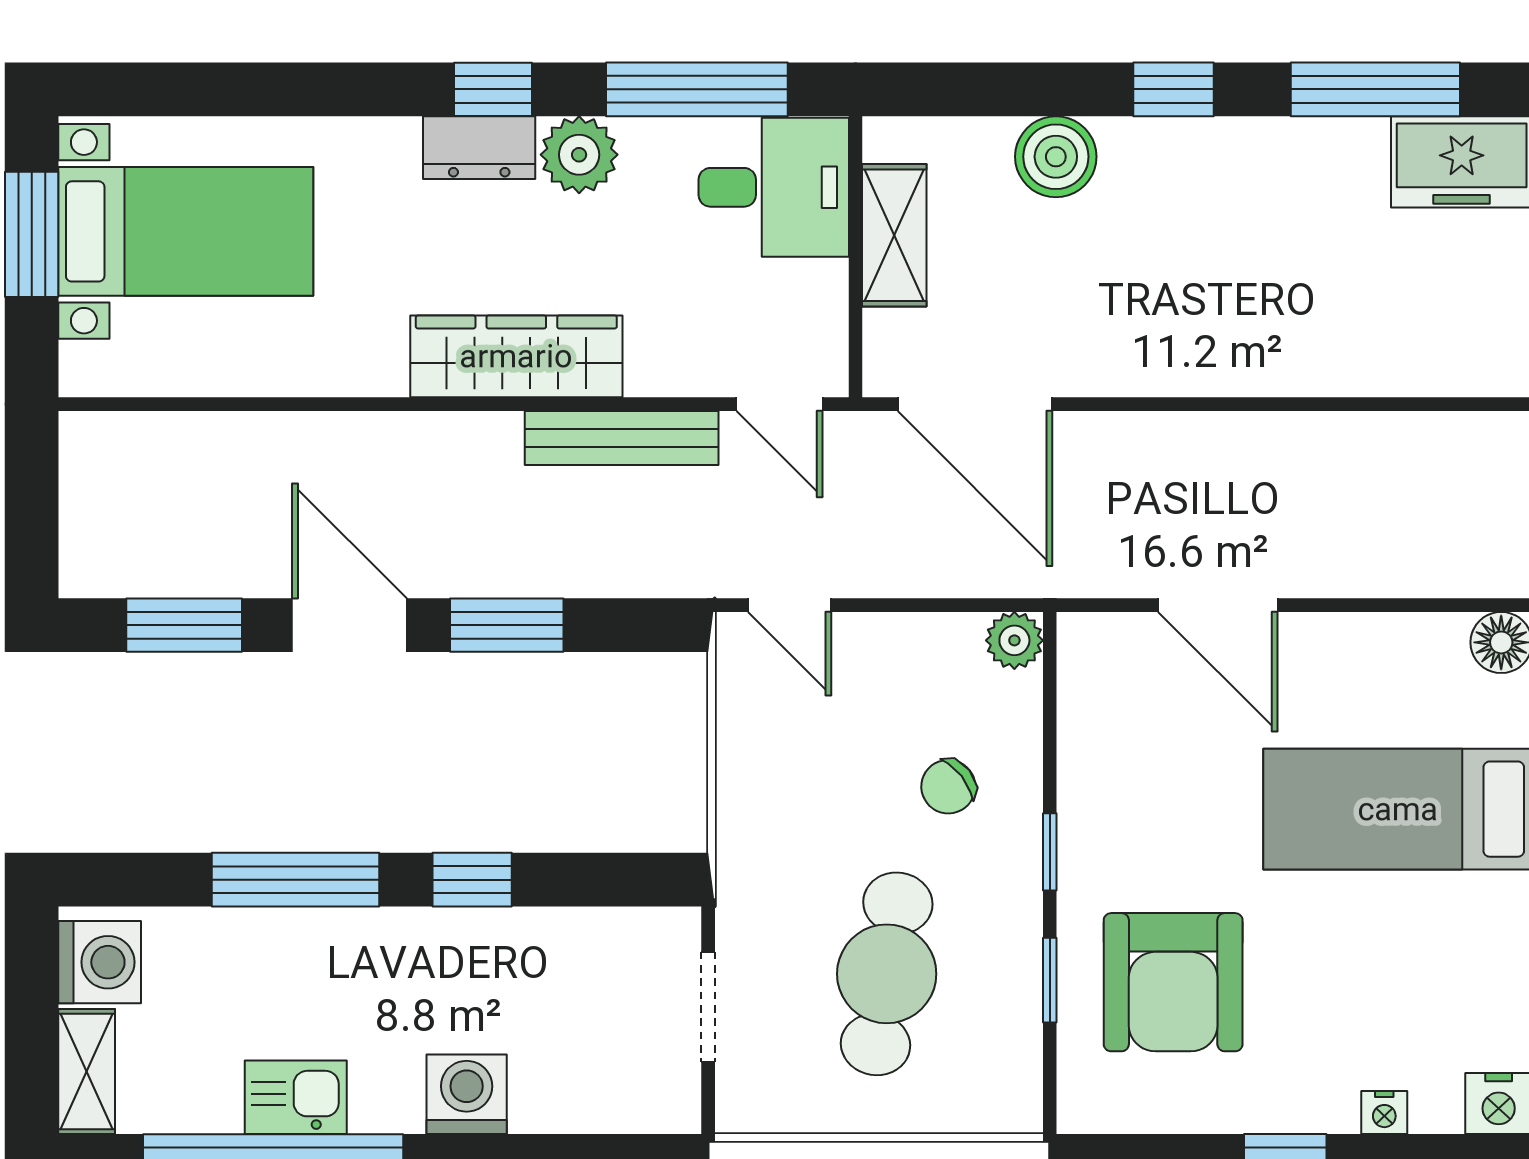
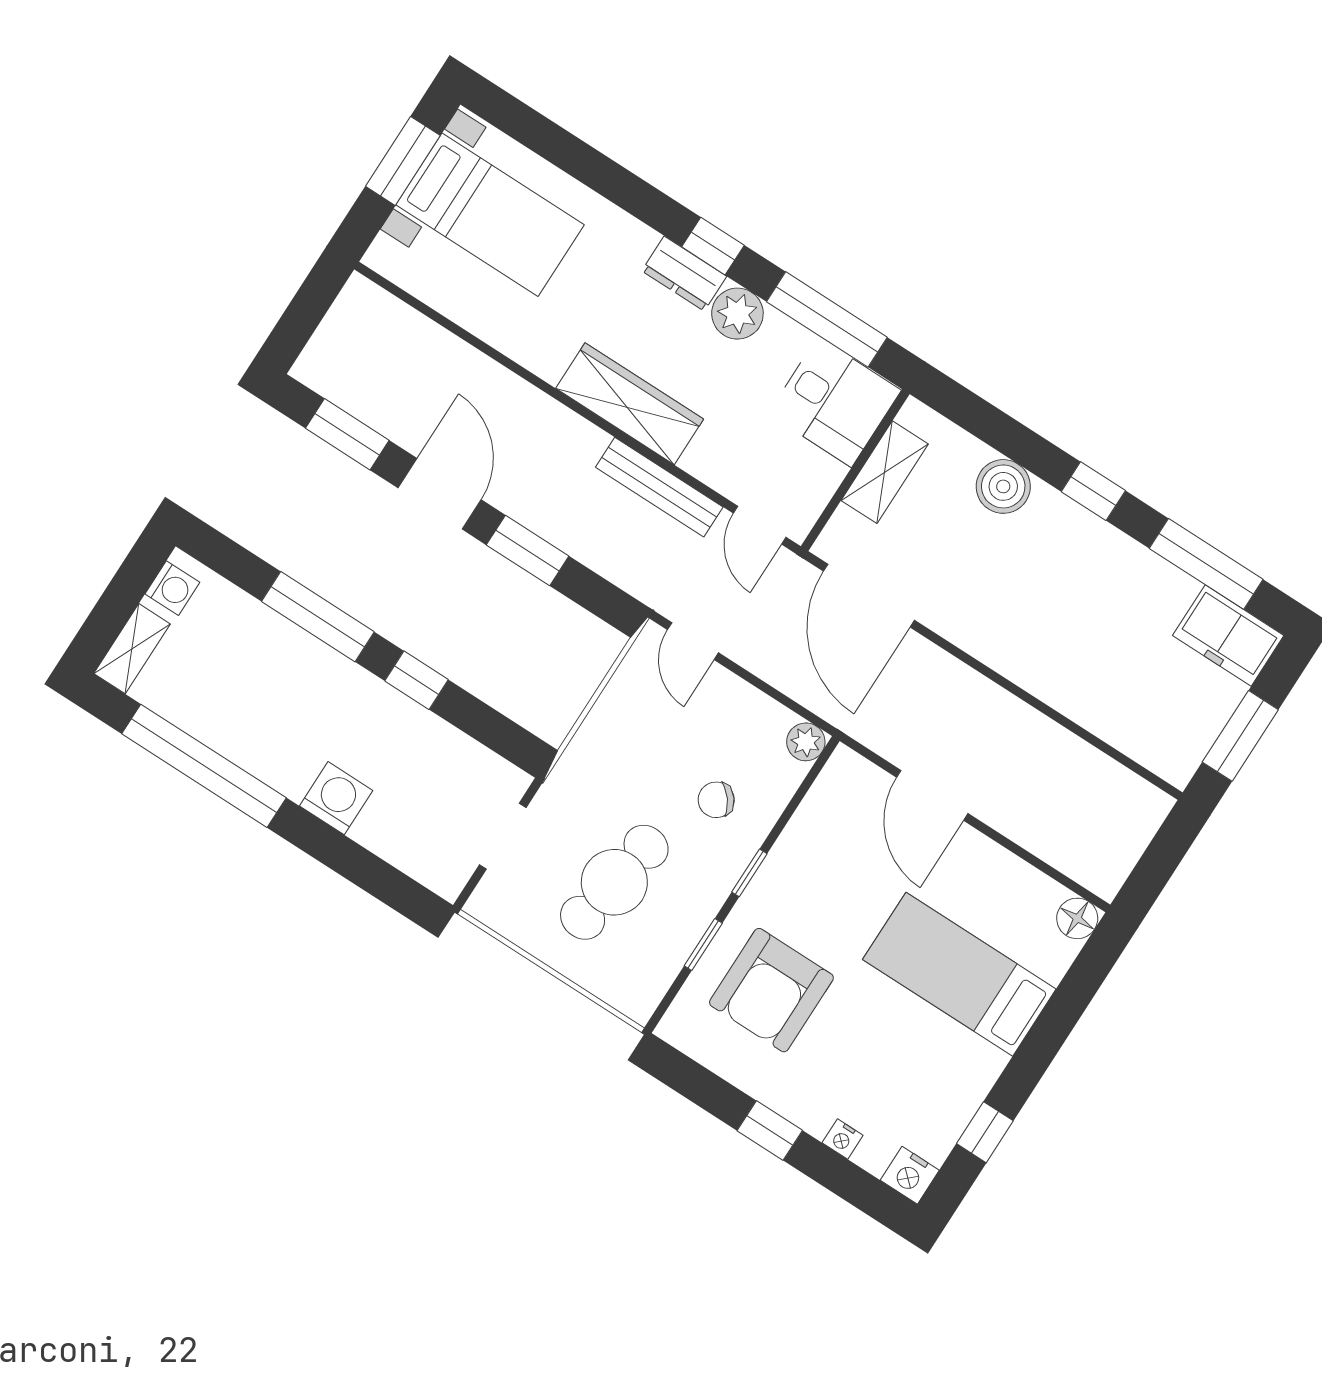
washing machine: (100, 962) -> (172, 588), width x0.73, depth x0.73
kitchen sink: (296, 1097) -> (240, 738), removed

